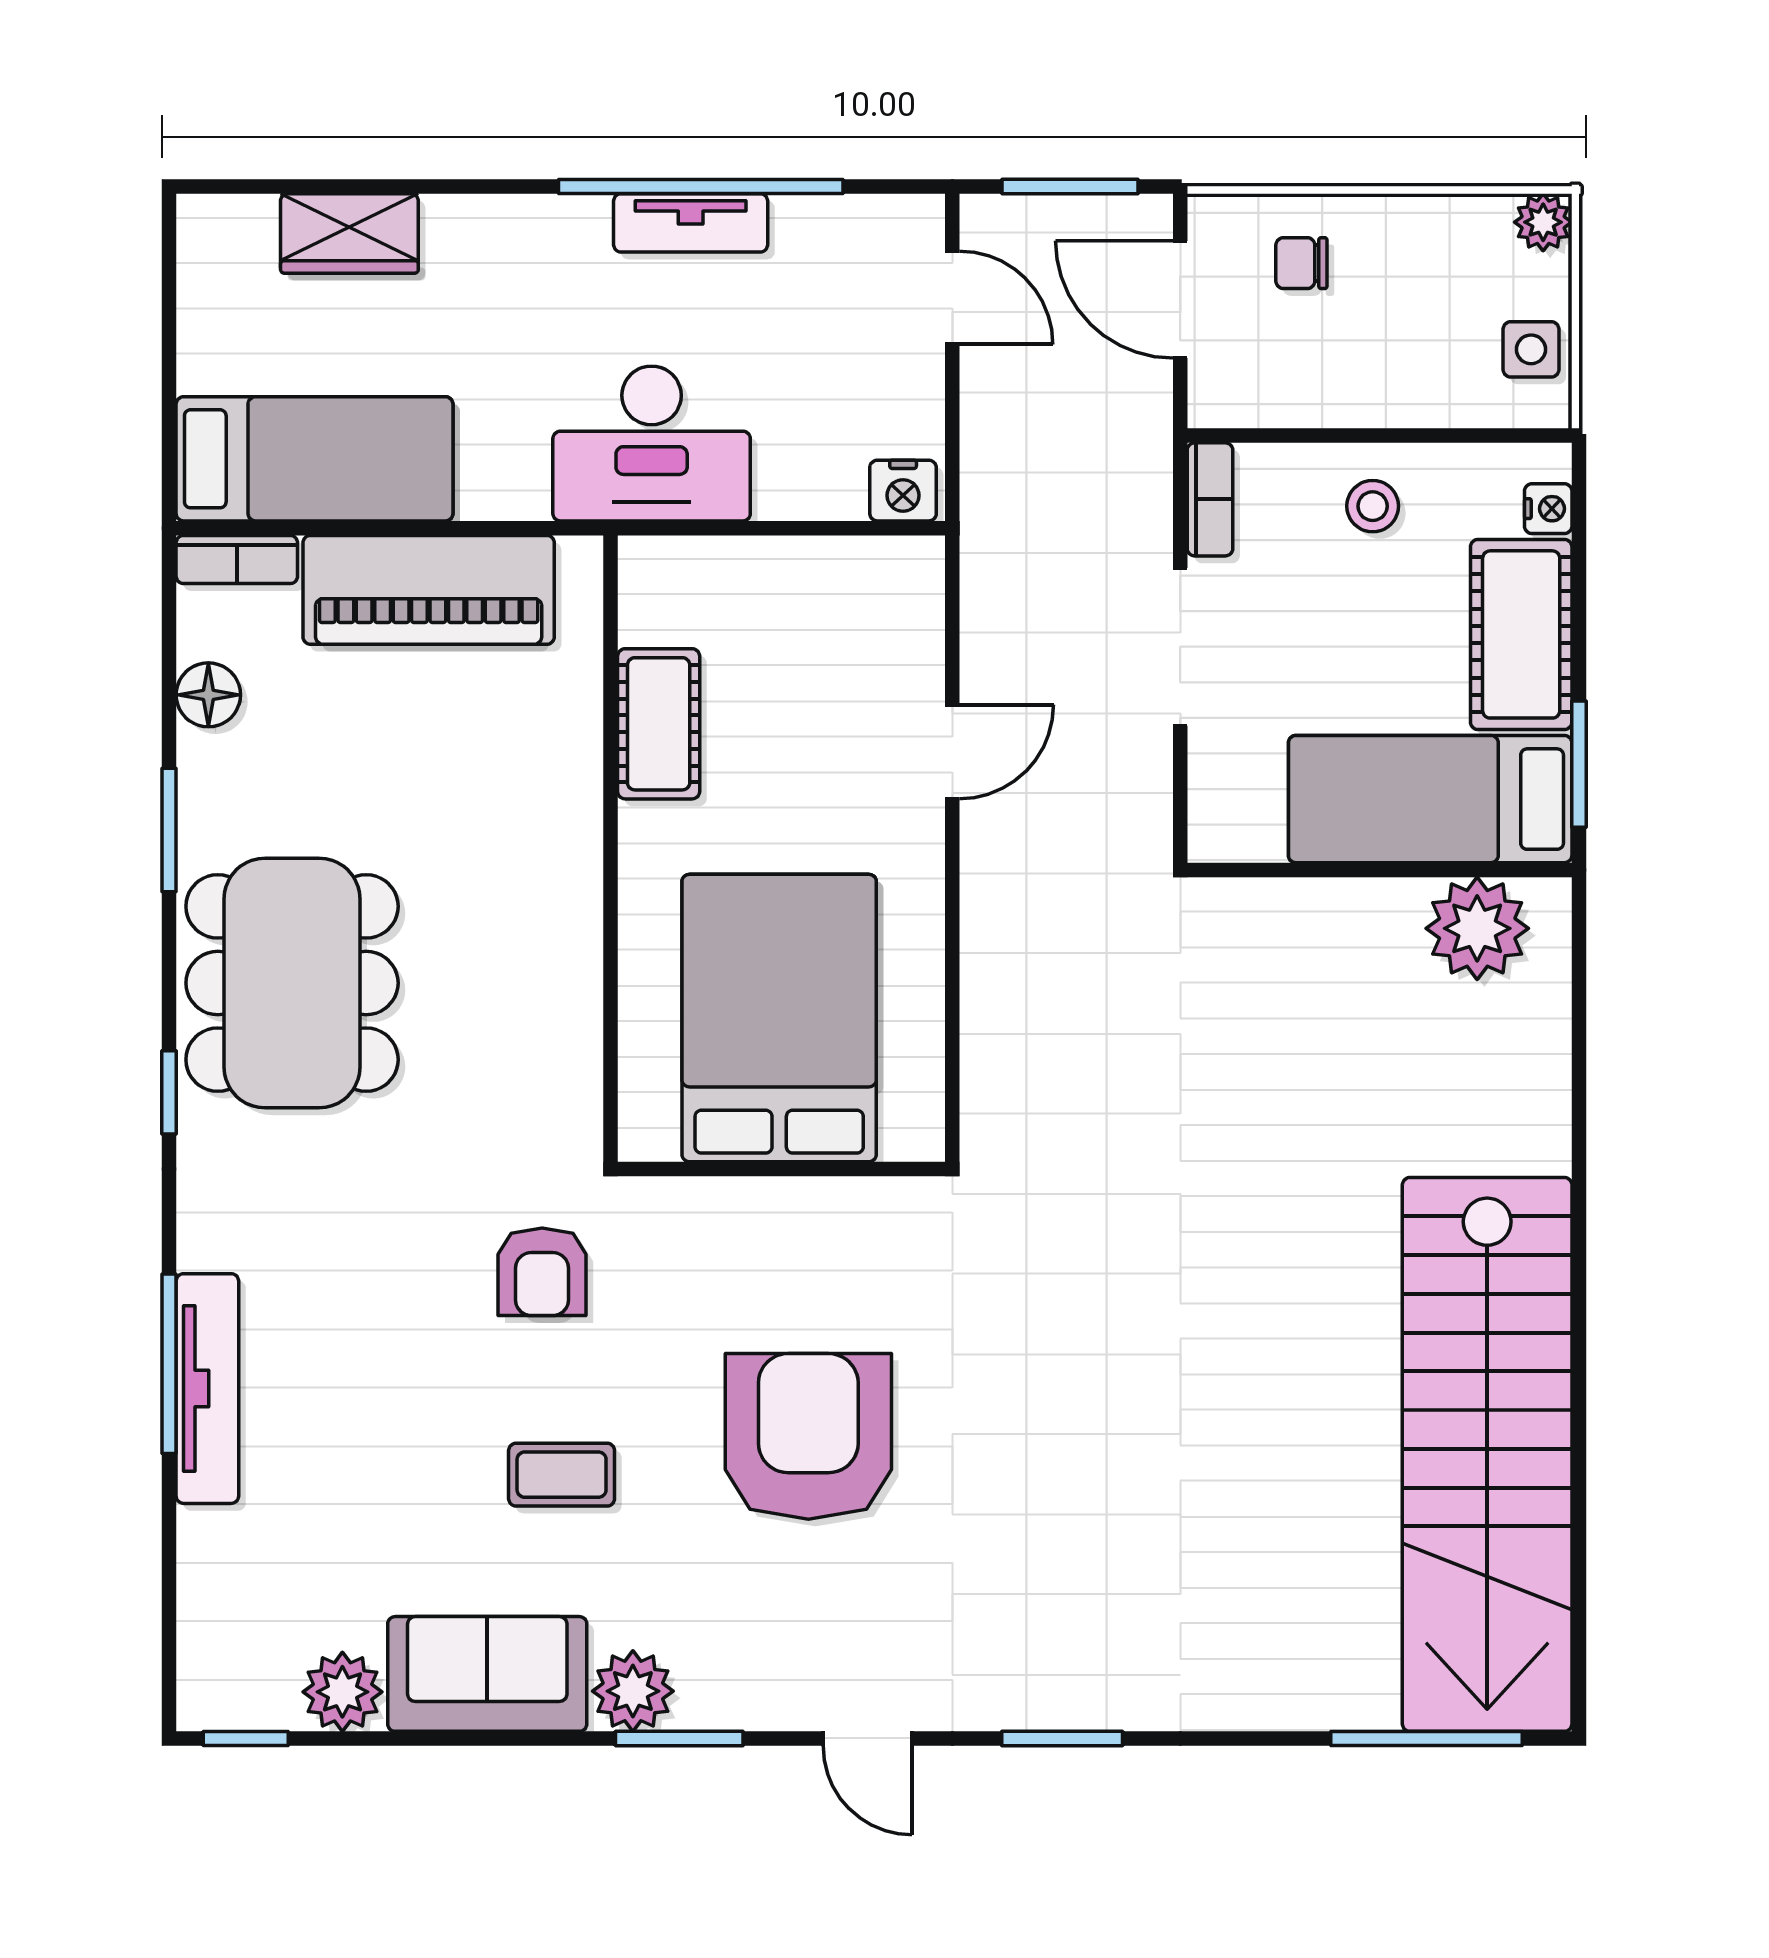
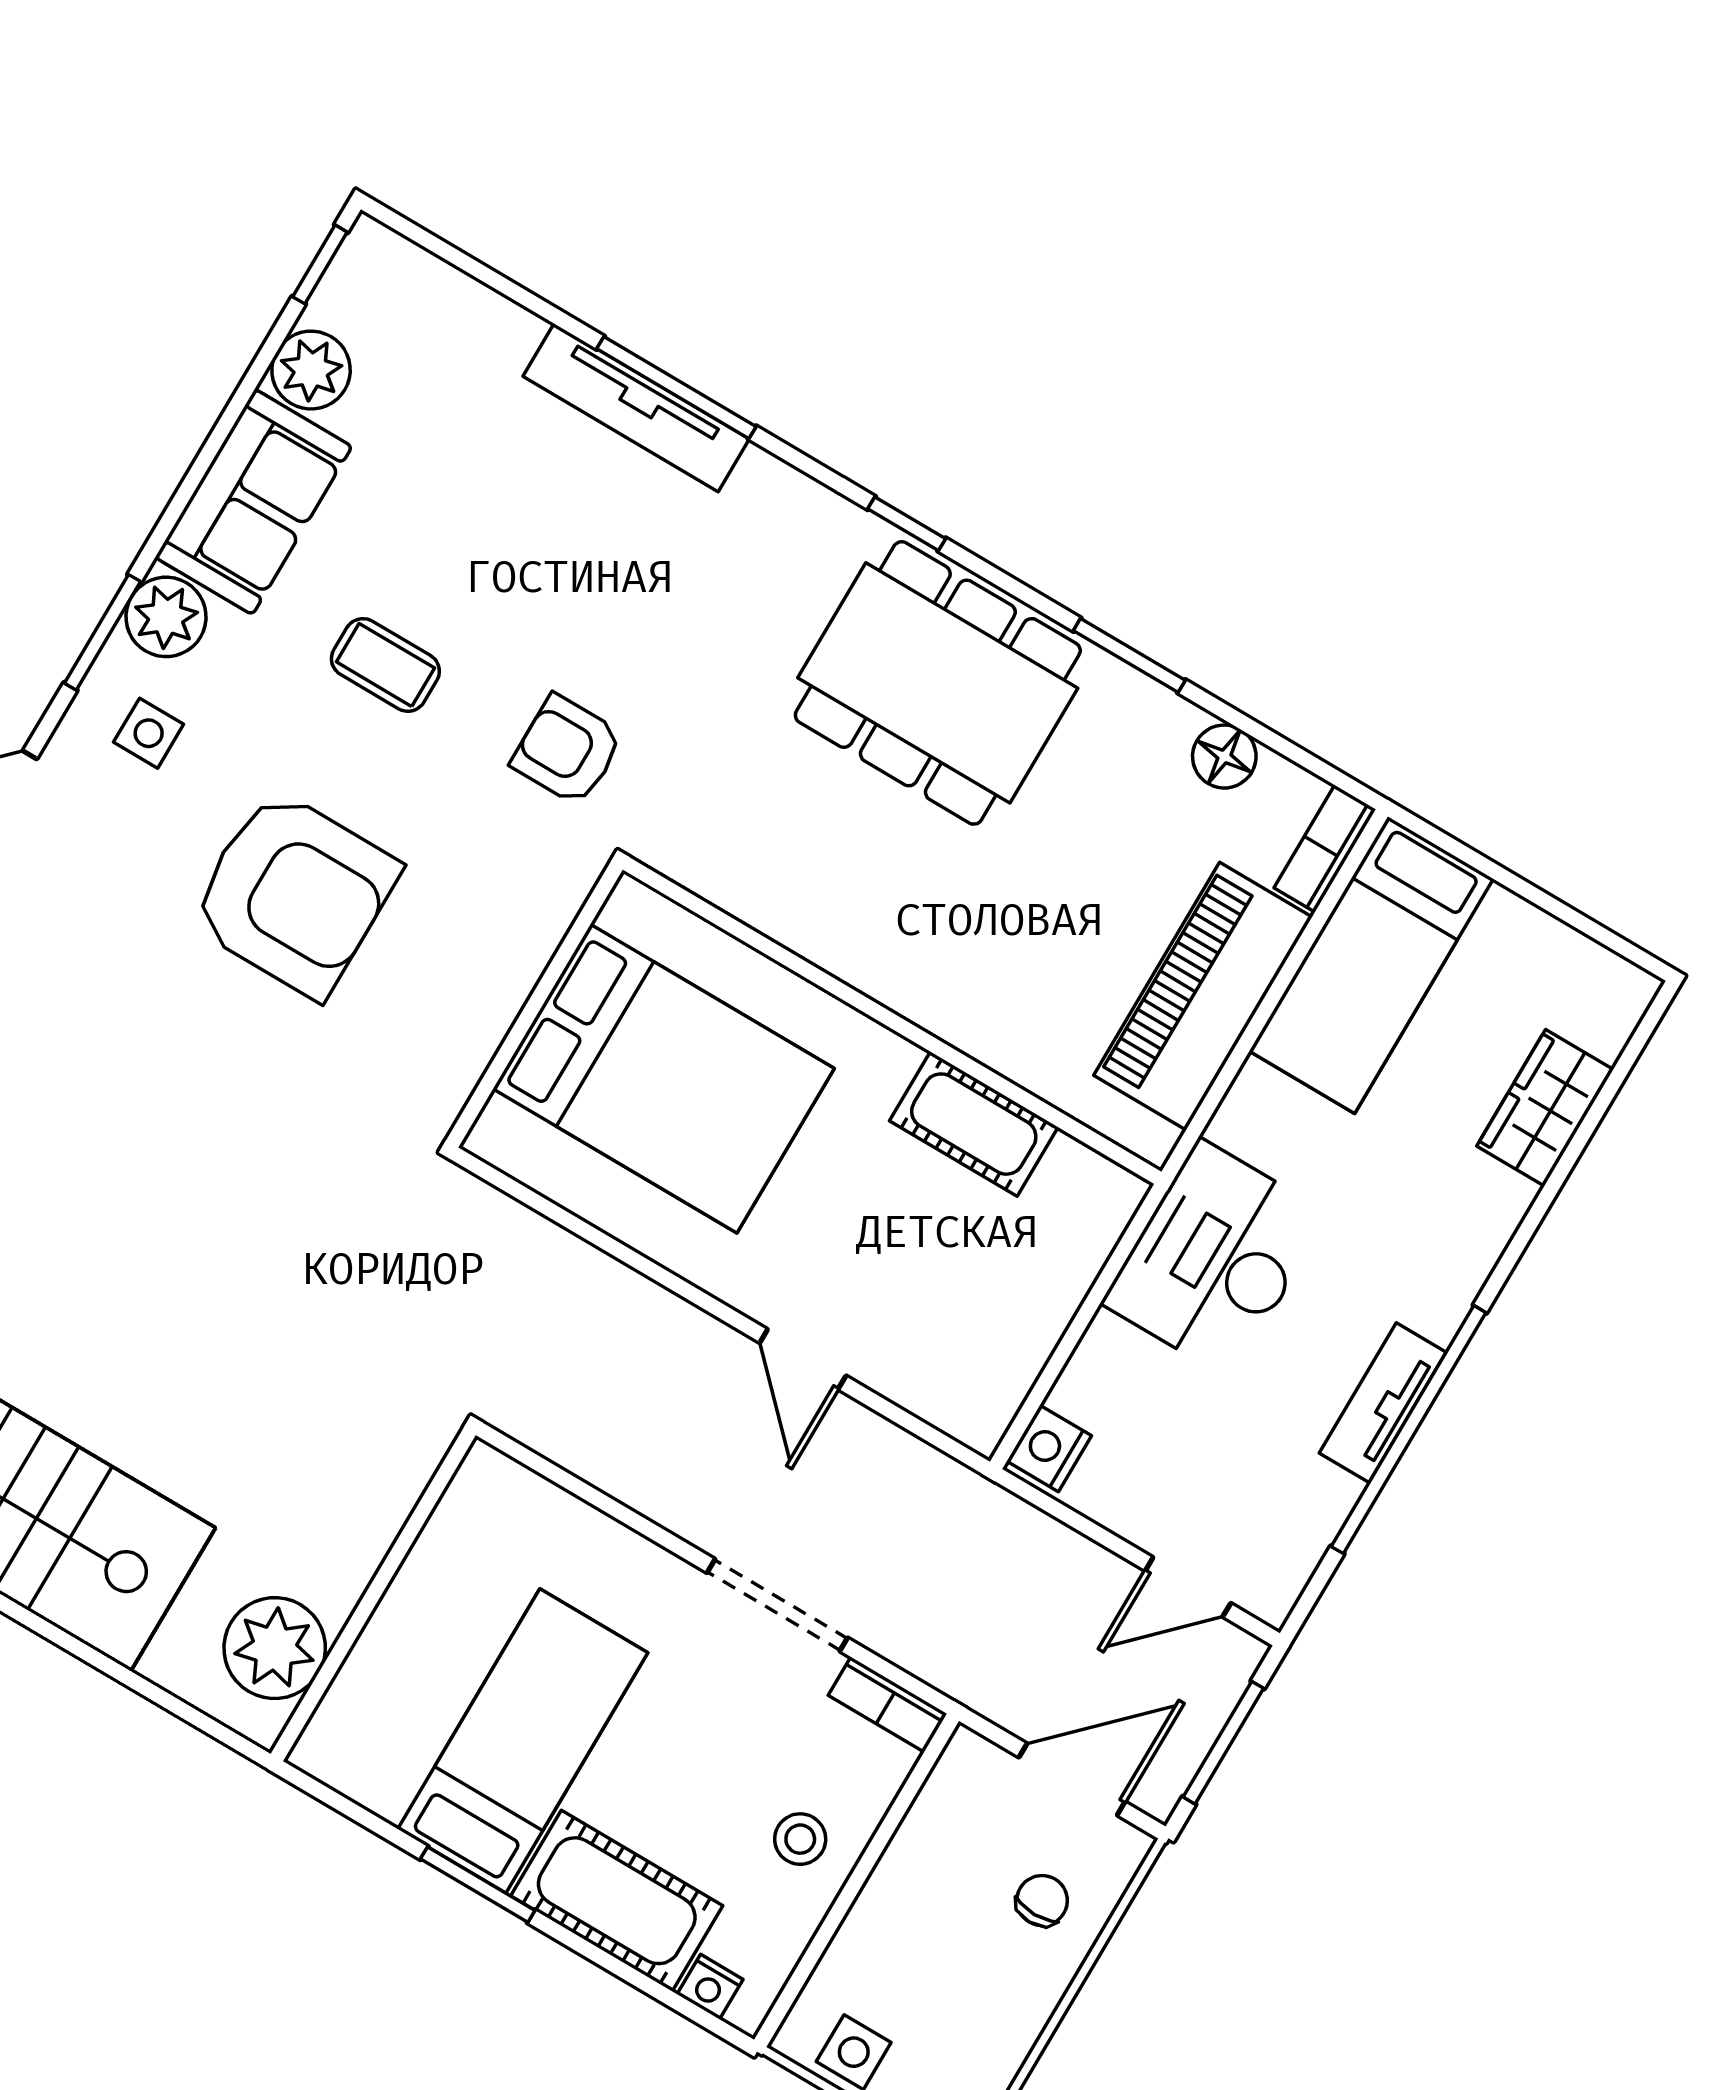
wall: (1380, 870) -> (373, 1595), moved
plant: (1477, 928) -> (275, 1648), moved
coffee table: (562, 1475) -> (385, 665), turned 90
side table: (743, 1646) -> (149, 733), added

